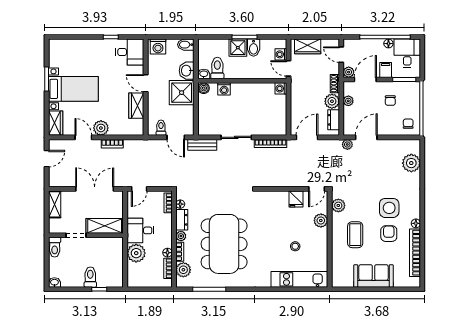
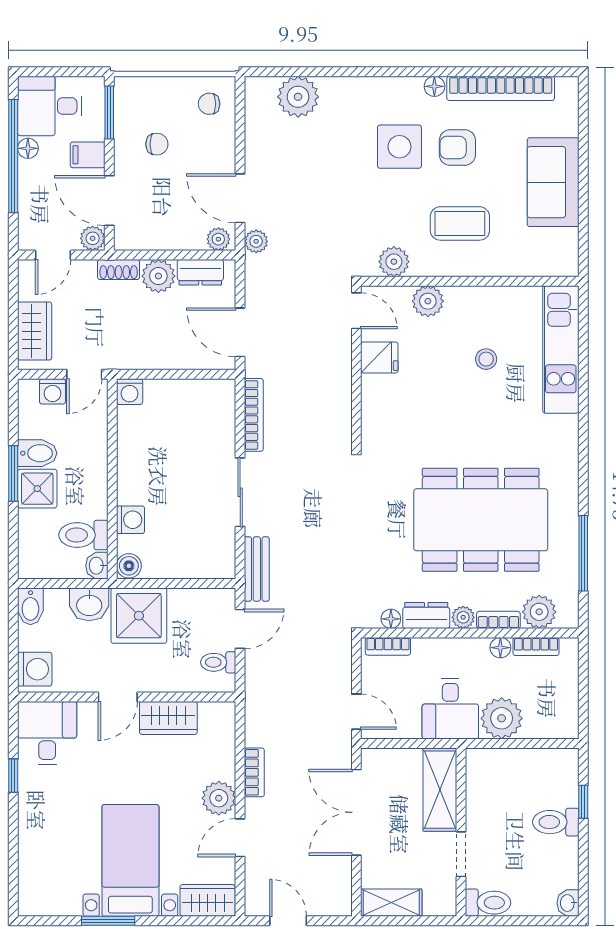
plant: (348, 101) -> (218, 239), moved

